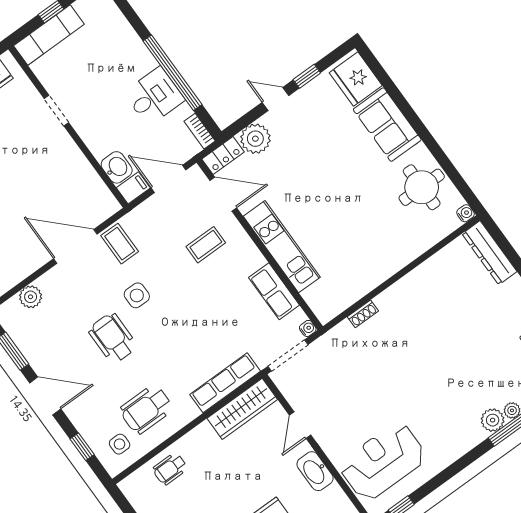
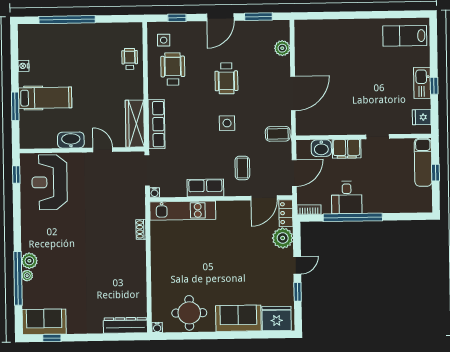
filing cabinet: (133, 188) -> (347, 149), moved, width x2.00
coffee table: (120, 244) -> (278, 134), moved
kitchen unit: (282, 247) -> (183, 211), moved
row of seats: (274, 291) -> (205, 188), moved
side table: (137, 295) -> (227, 123), moved
wheelchair: (113, 338) -> (226, 78), turned 90
reception desk: (383, 461) -> (50, 182), turned 180

